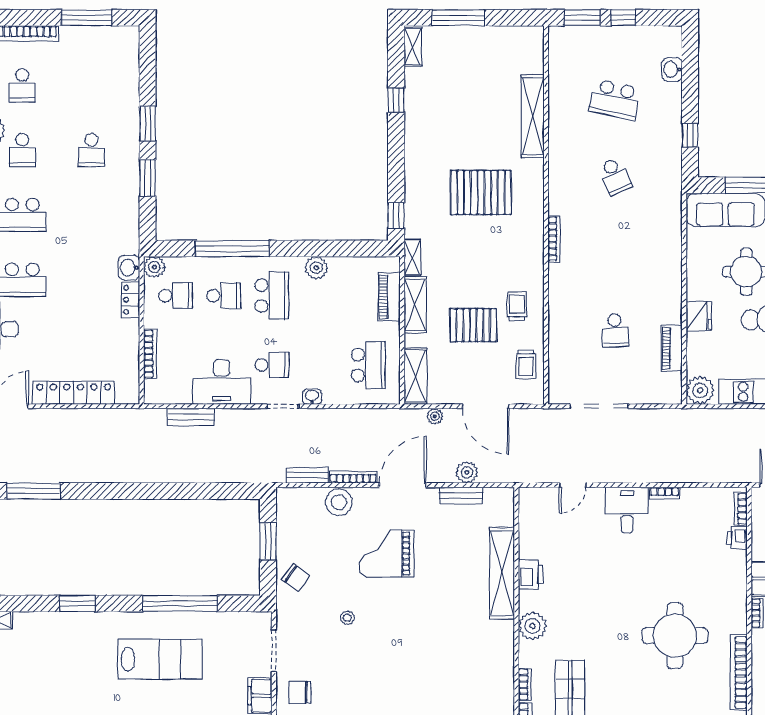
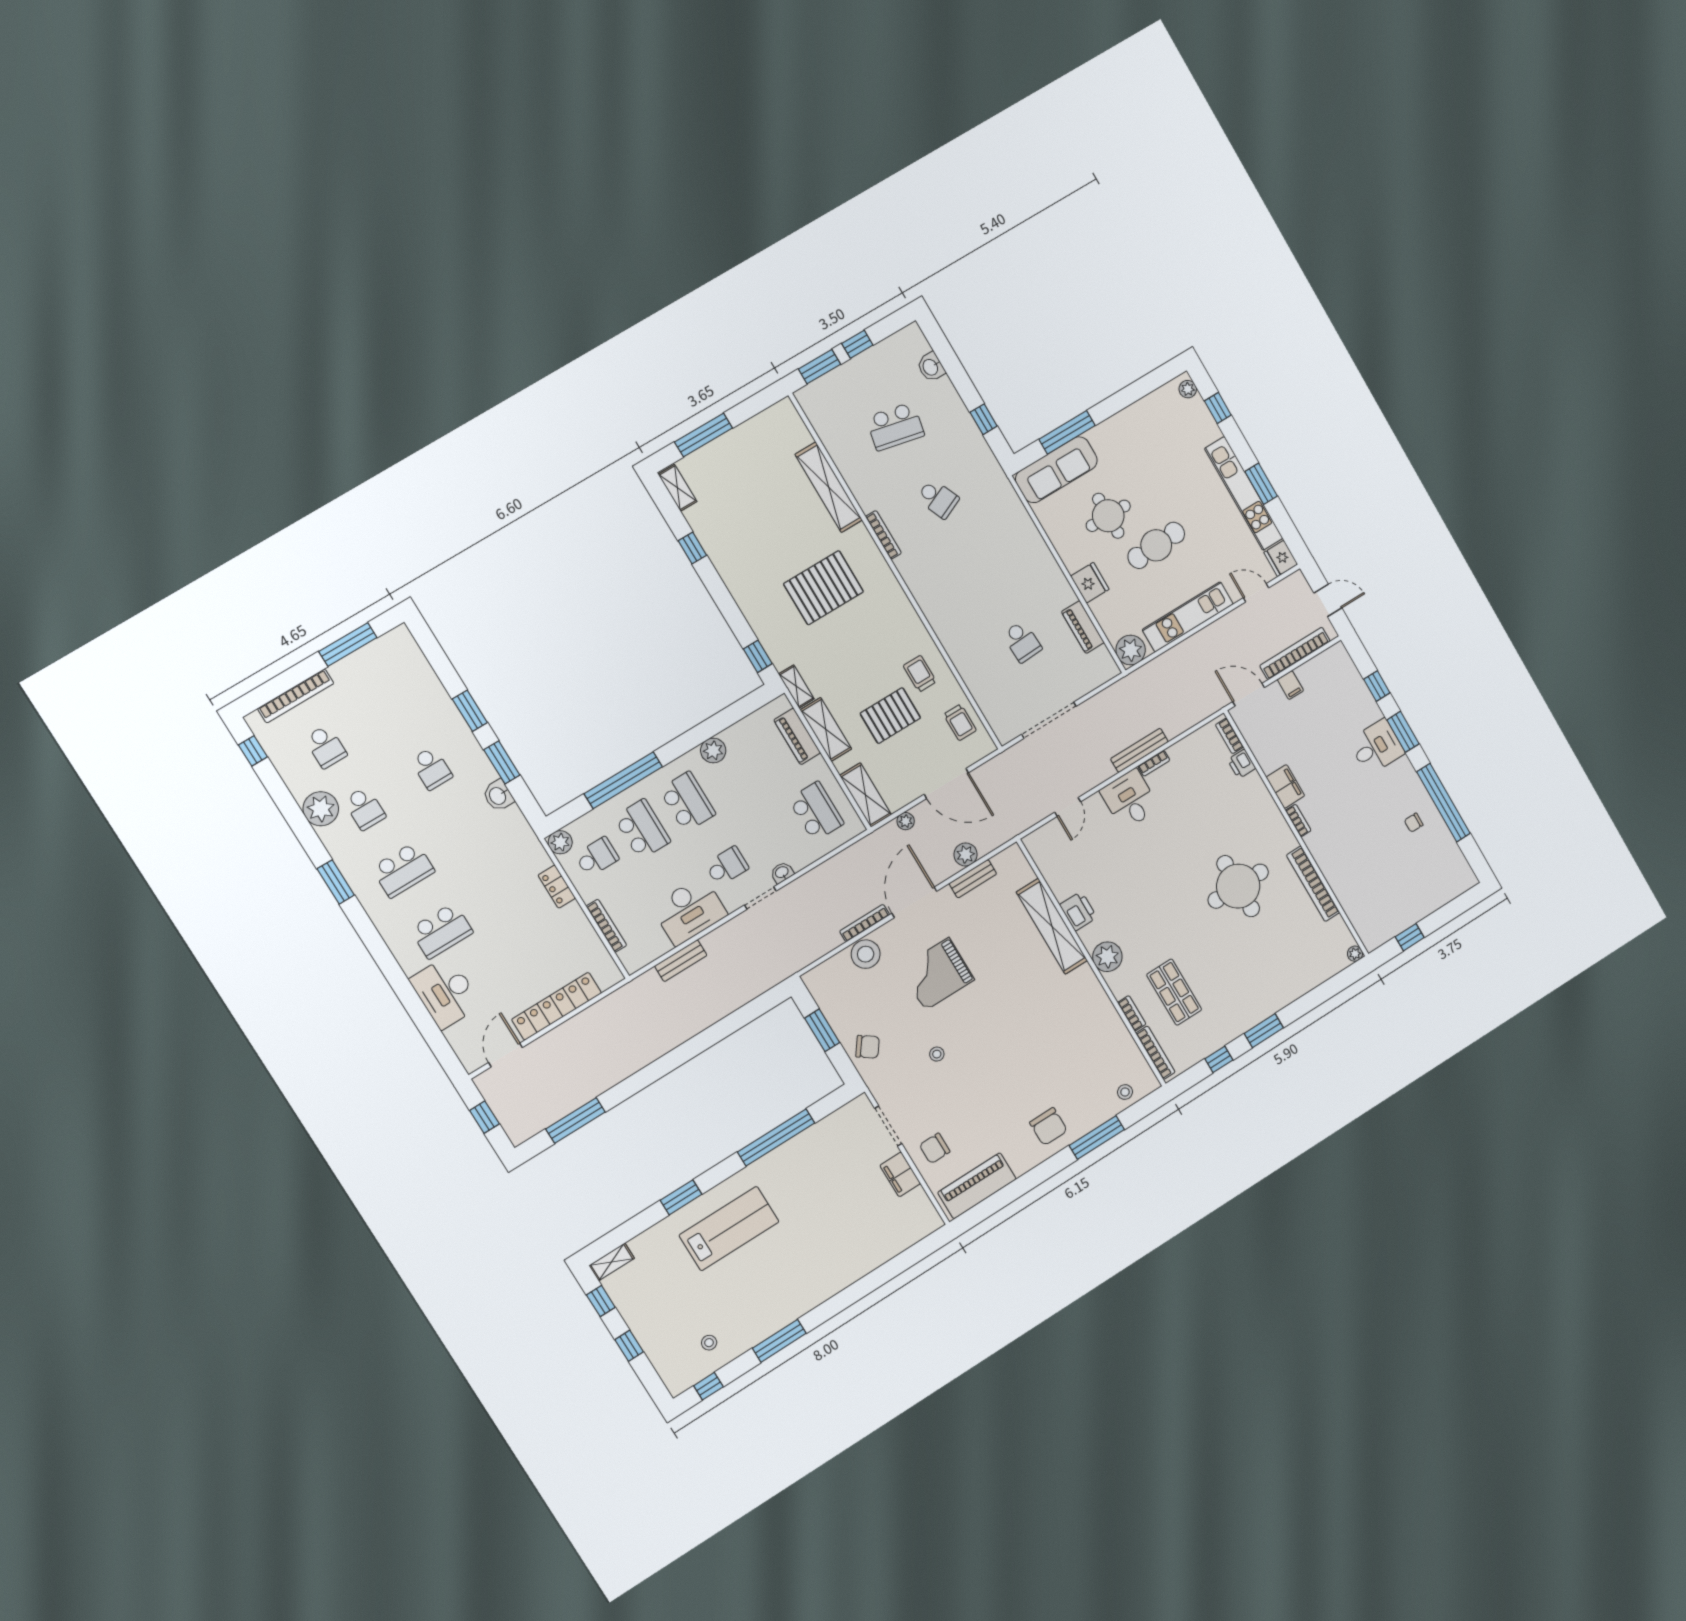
bookcase: (554, 239) -> (883, 535), moved
washbasin: (129, 268) -> (498, 796), moved
school desk: (224, 296) -> (642, 829), width x1.85
bench: (307, 475) -> (1139, 750), moved, width x1.36
lab bench: (160, 659) -> (729, 1229), moved

